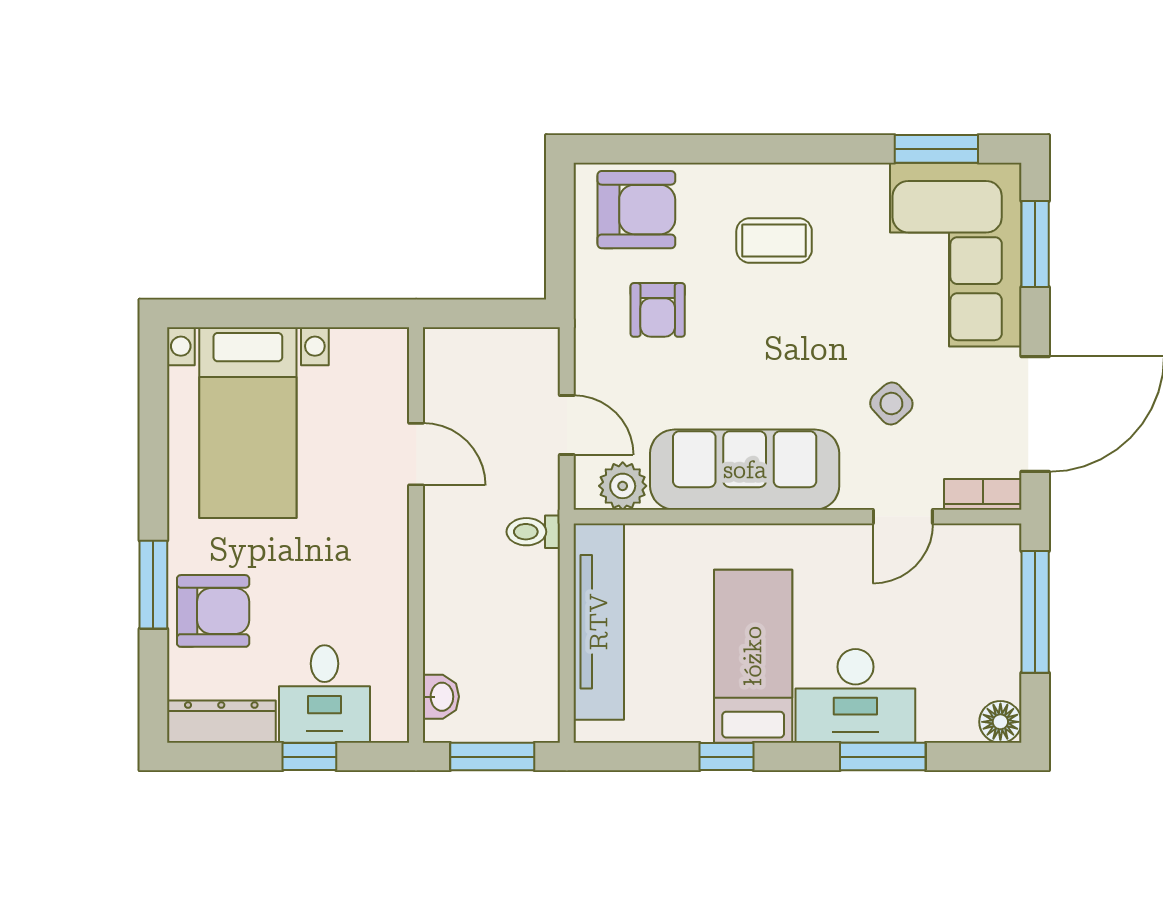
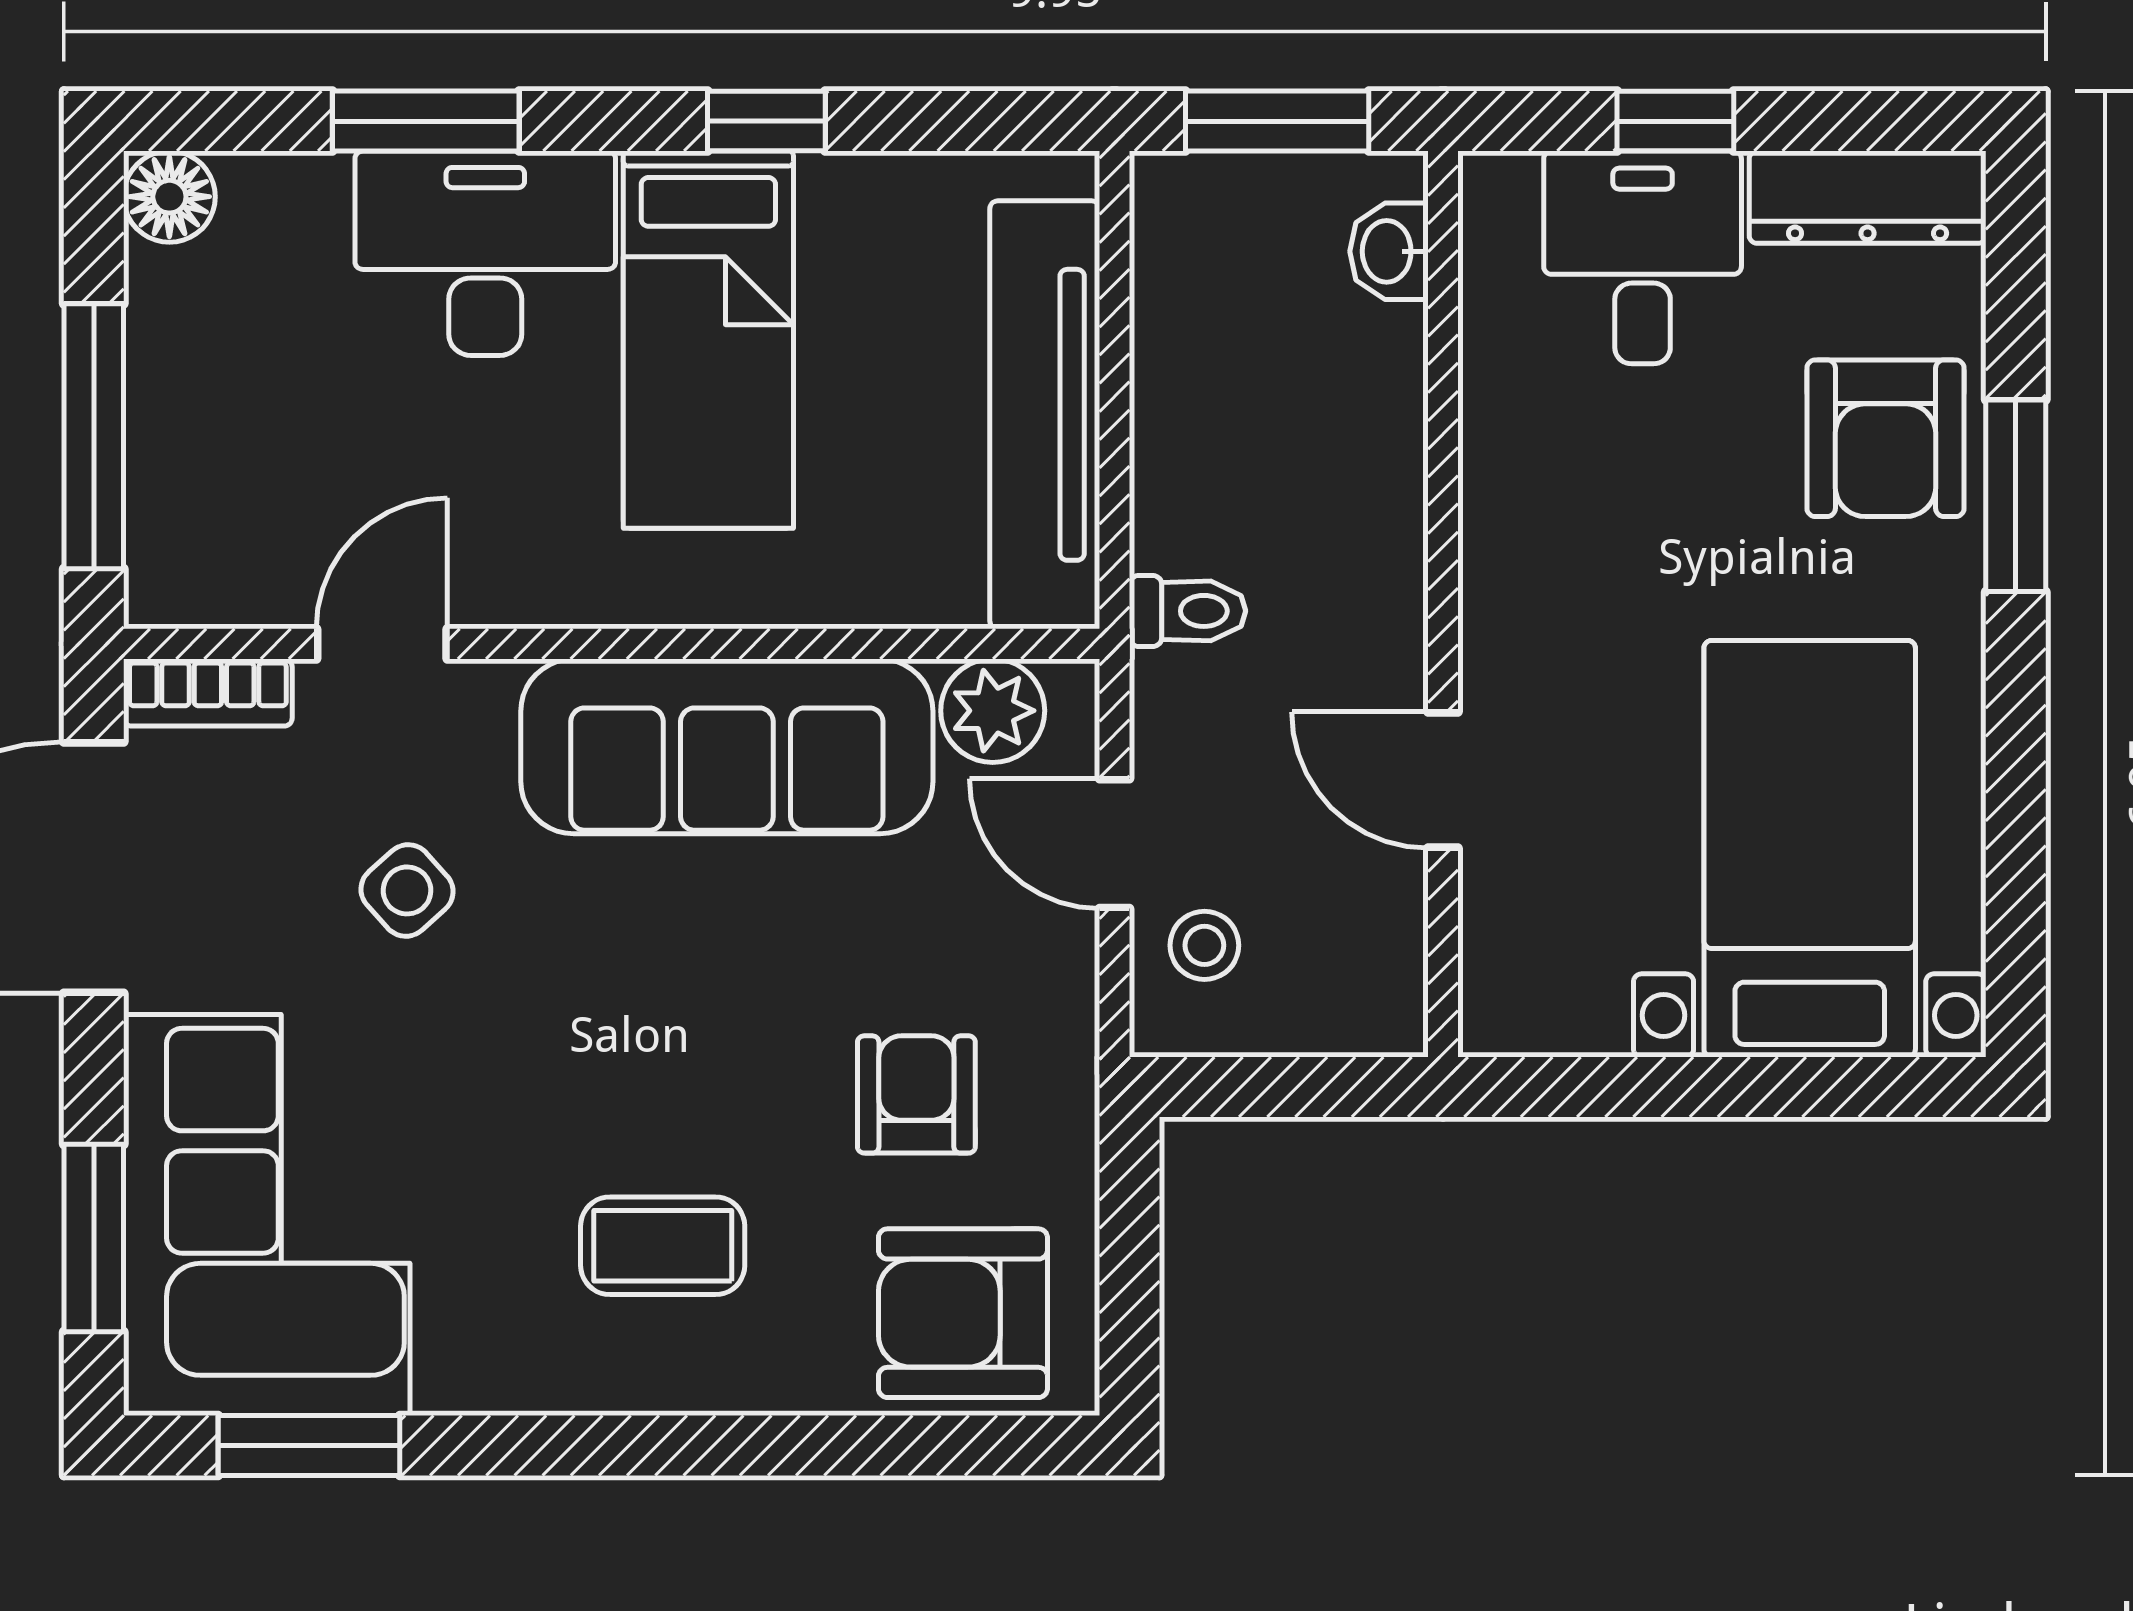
stool: (526, 378) -> (1204, 945), added
armchair: (213, 611) -> (1886, 438), turned -90

